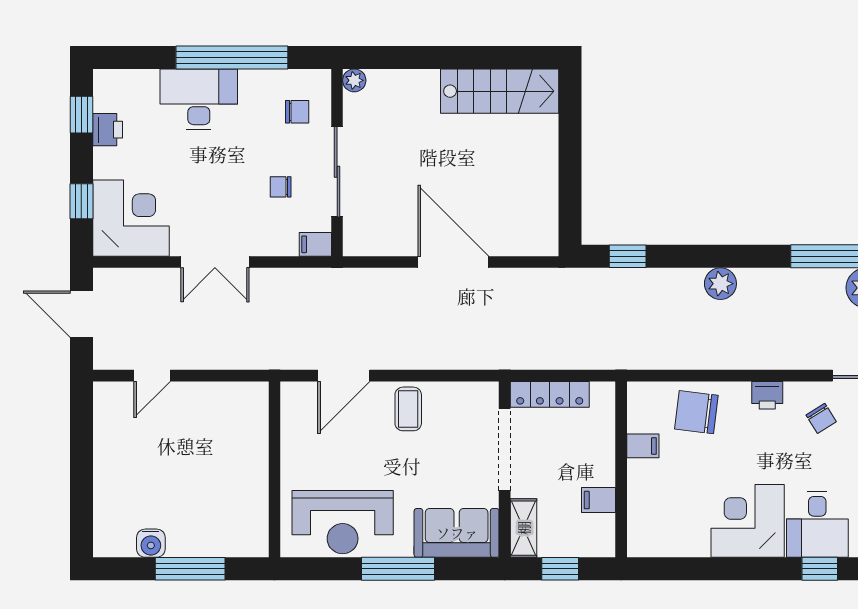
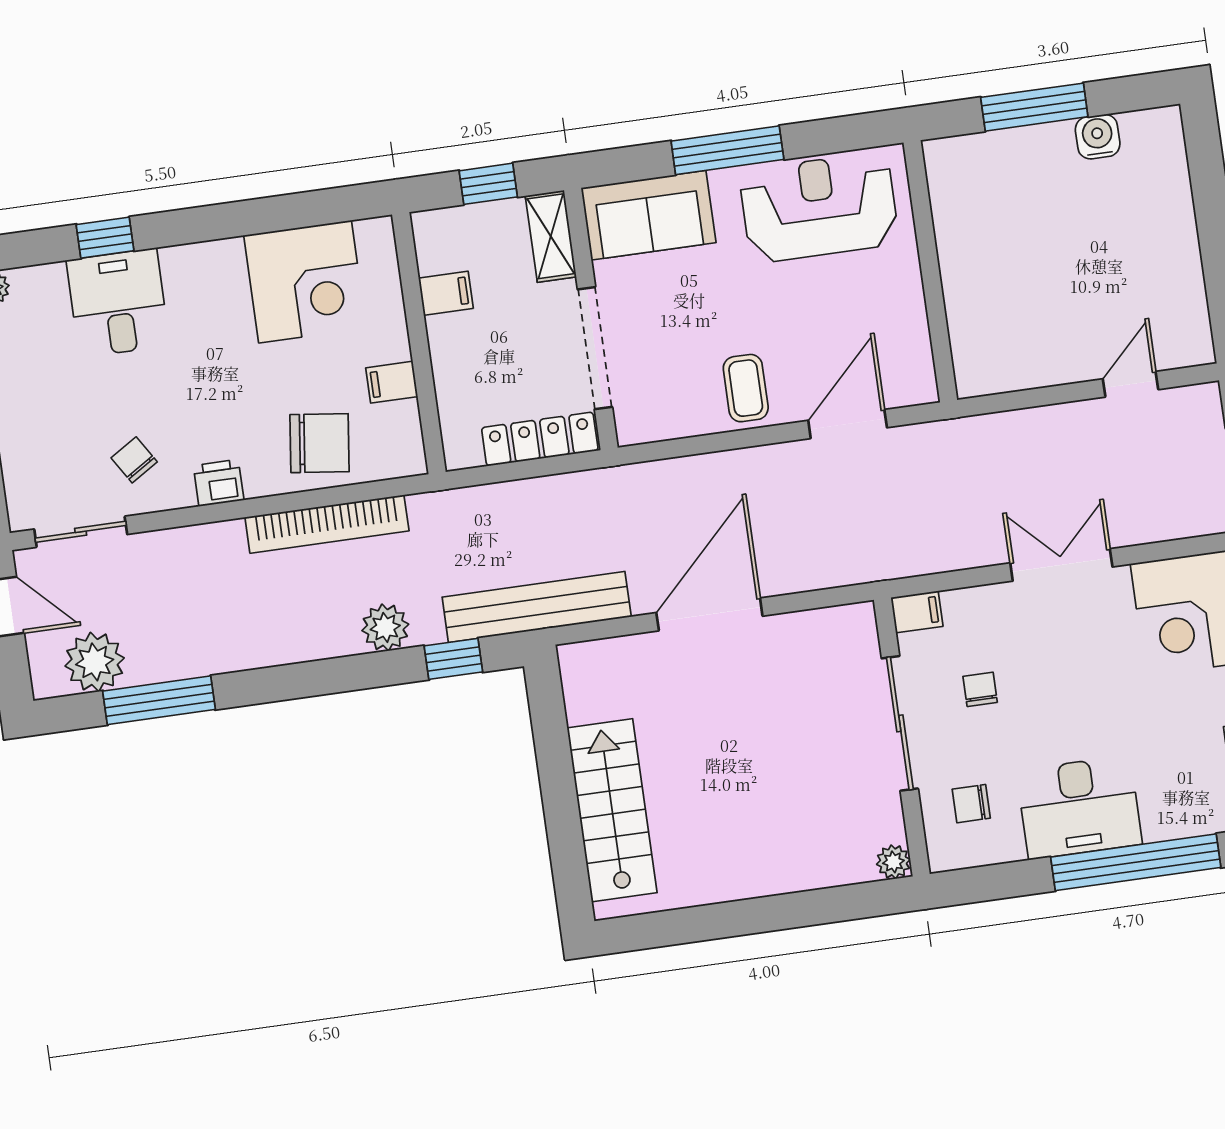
window: (232, 58) -> (1136, 862), moved
stairs: (500, 91) -> (612, 810), moved, turned 90
desk: (199, 99) -> (1079, 807), moved
chair: (281, 187) -> (980, 689), turned -90
door: (453, 262) -> (709, 614), swing flipped
bench: (567, 283) -> (537, 607), added
plant: (720, 284) -> (385, 627), moved
bookcase: (699, 358) -> (327, 524), added
corner desk: (748, 521) -> (305, 282), moved

